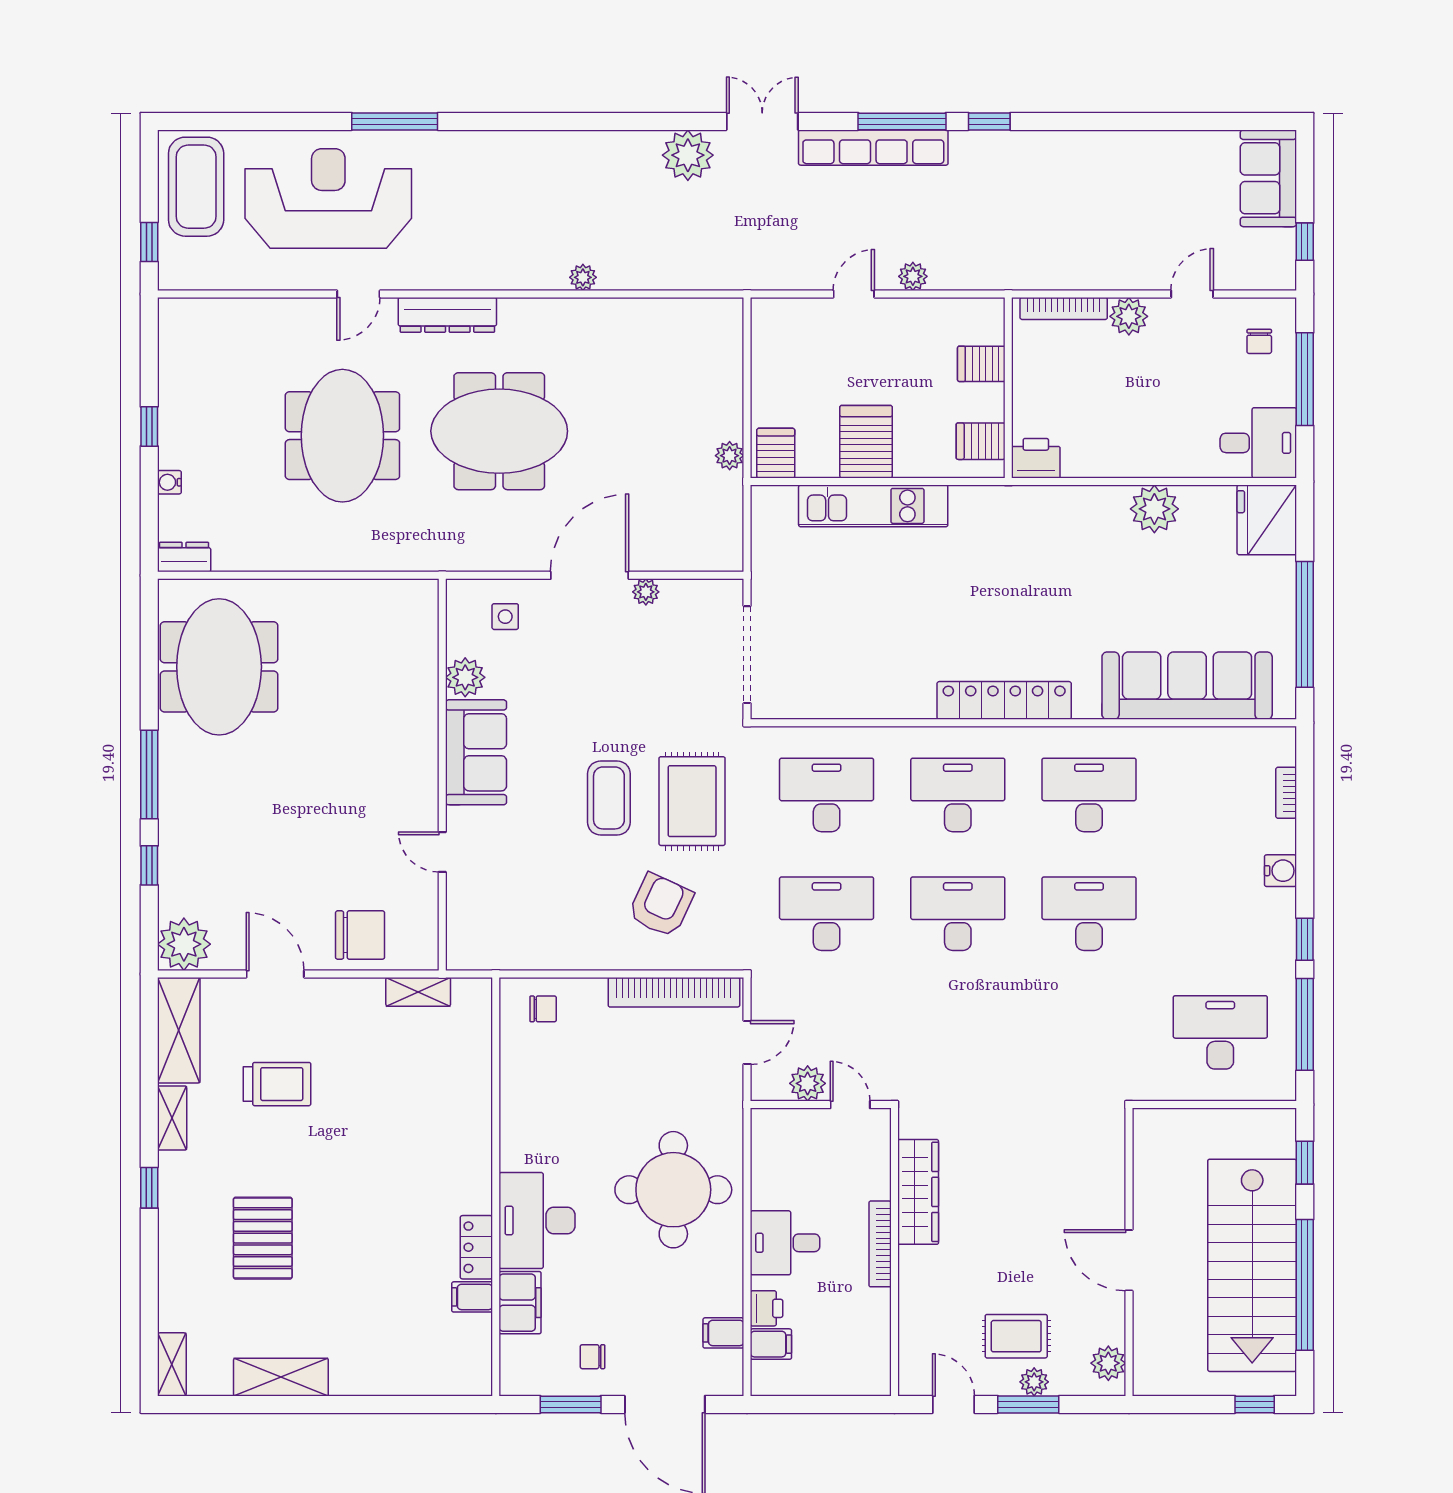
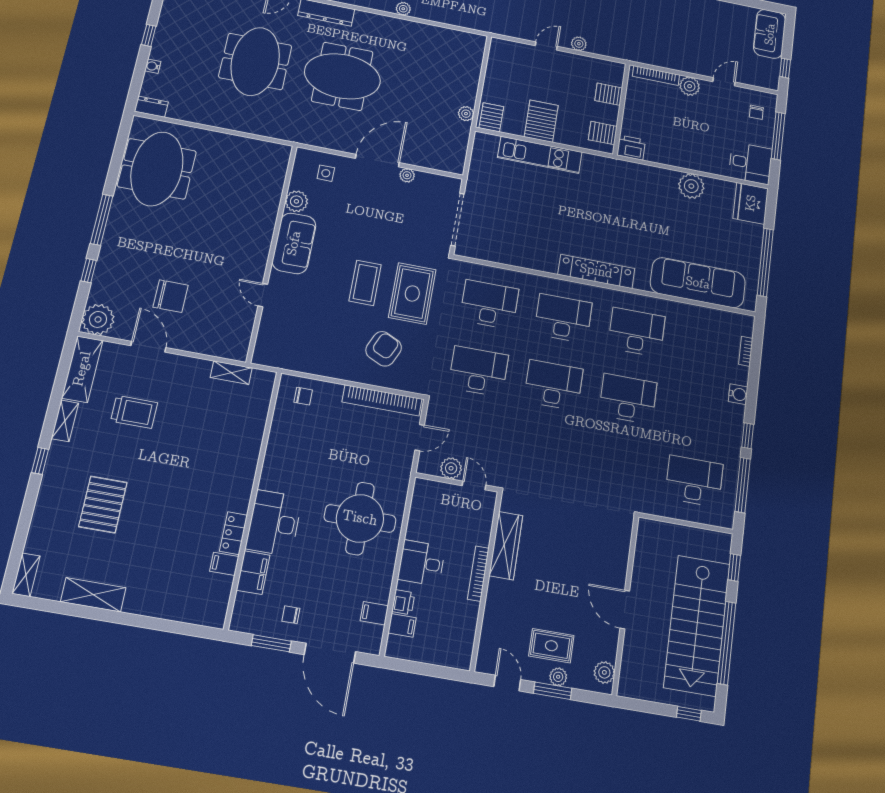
chair: (360, 935) -> (171, 296), moved

